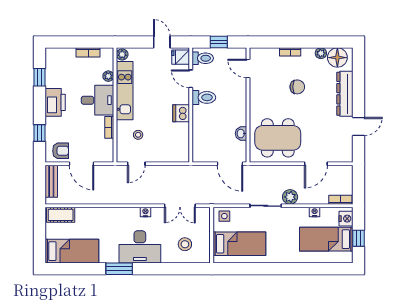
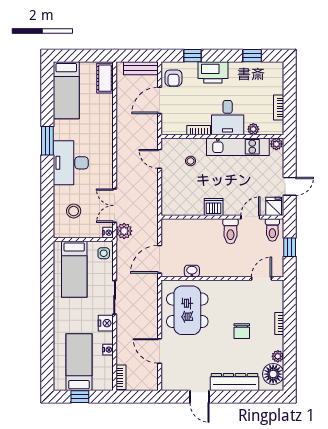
printer: (55, 102) -> (213, 72), moved
plant: (290, 197) -> (124, 231), moved
nightstand: (145, 212) -> (108, 233), moved
nightstand: (346, 219) -> (106, 323), moved, turned -90

